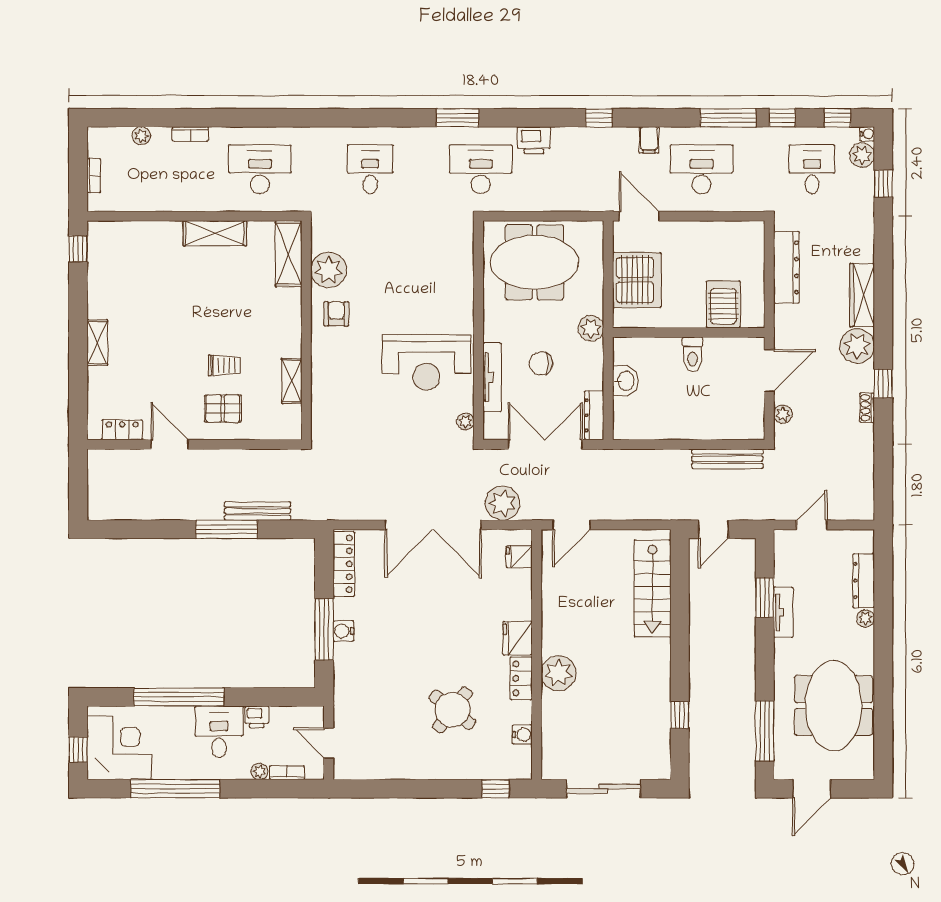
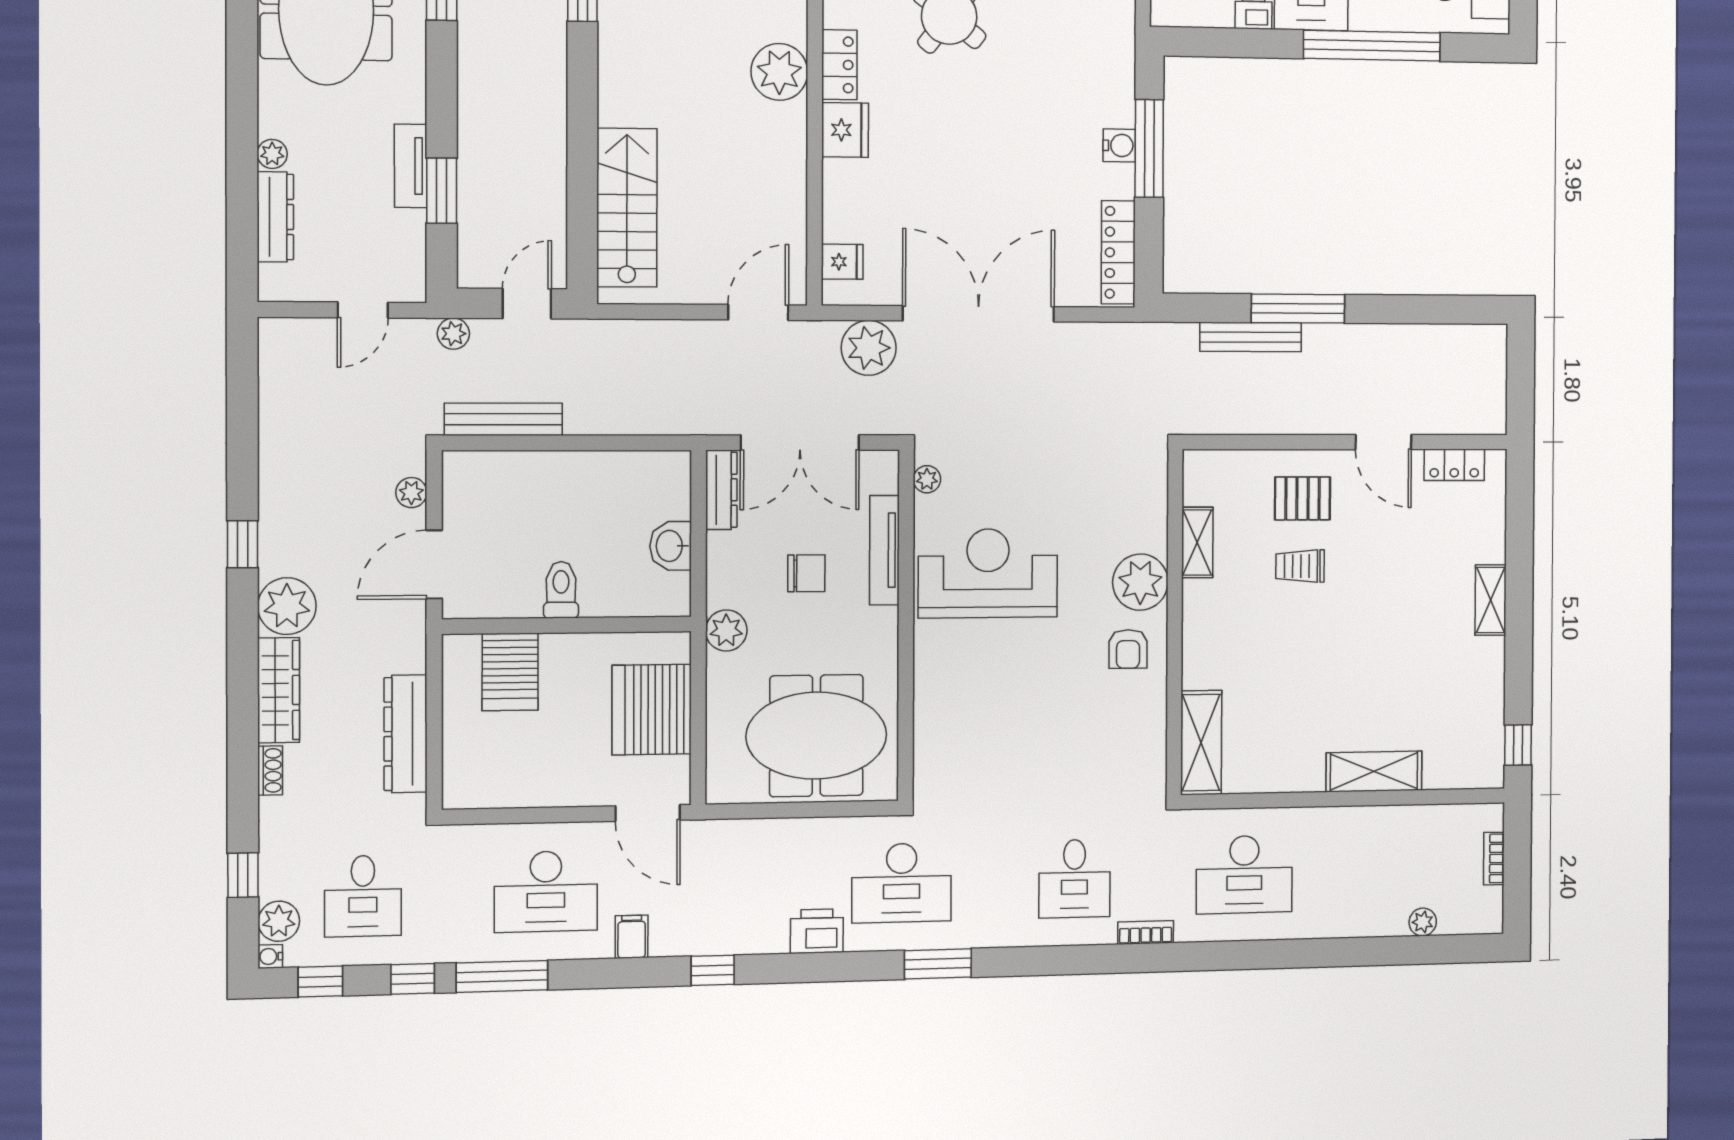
bookcase: (190, 134) -> (1146, 932), moved
shelving: (215, 233) -> (1374, 772), moved
plant: (329, 270) -> (1140, 582), moved
shoe rack: (867, 408) -> (270, 770), moved
plant: (758, 511) -> (453, 334), added

